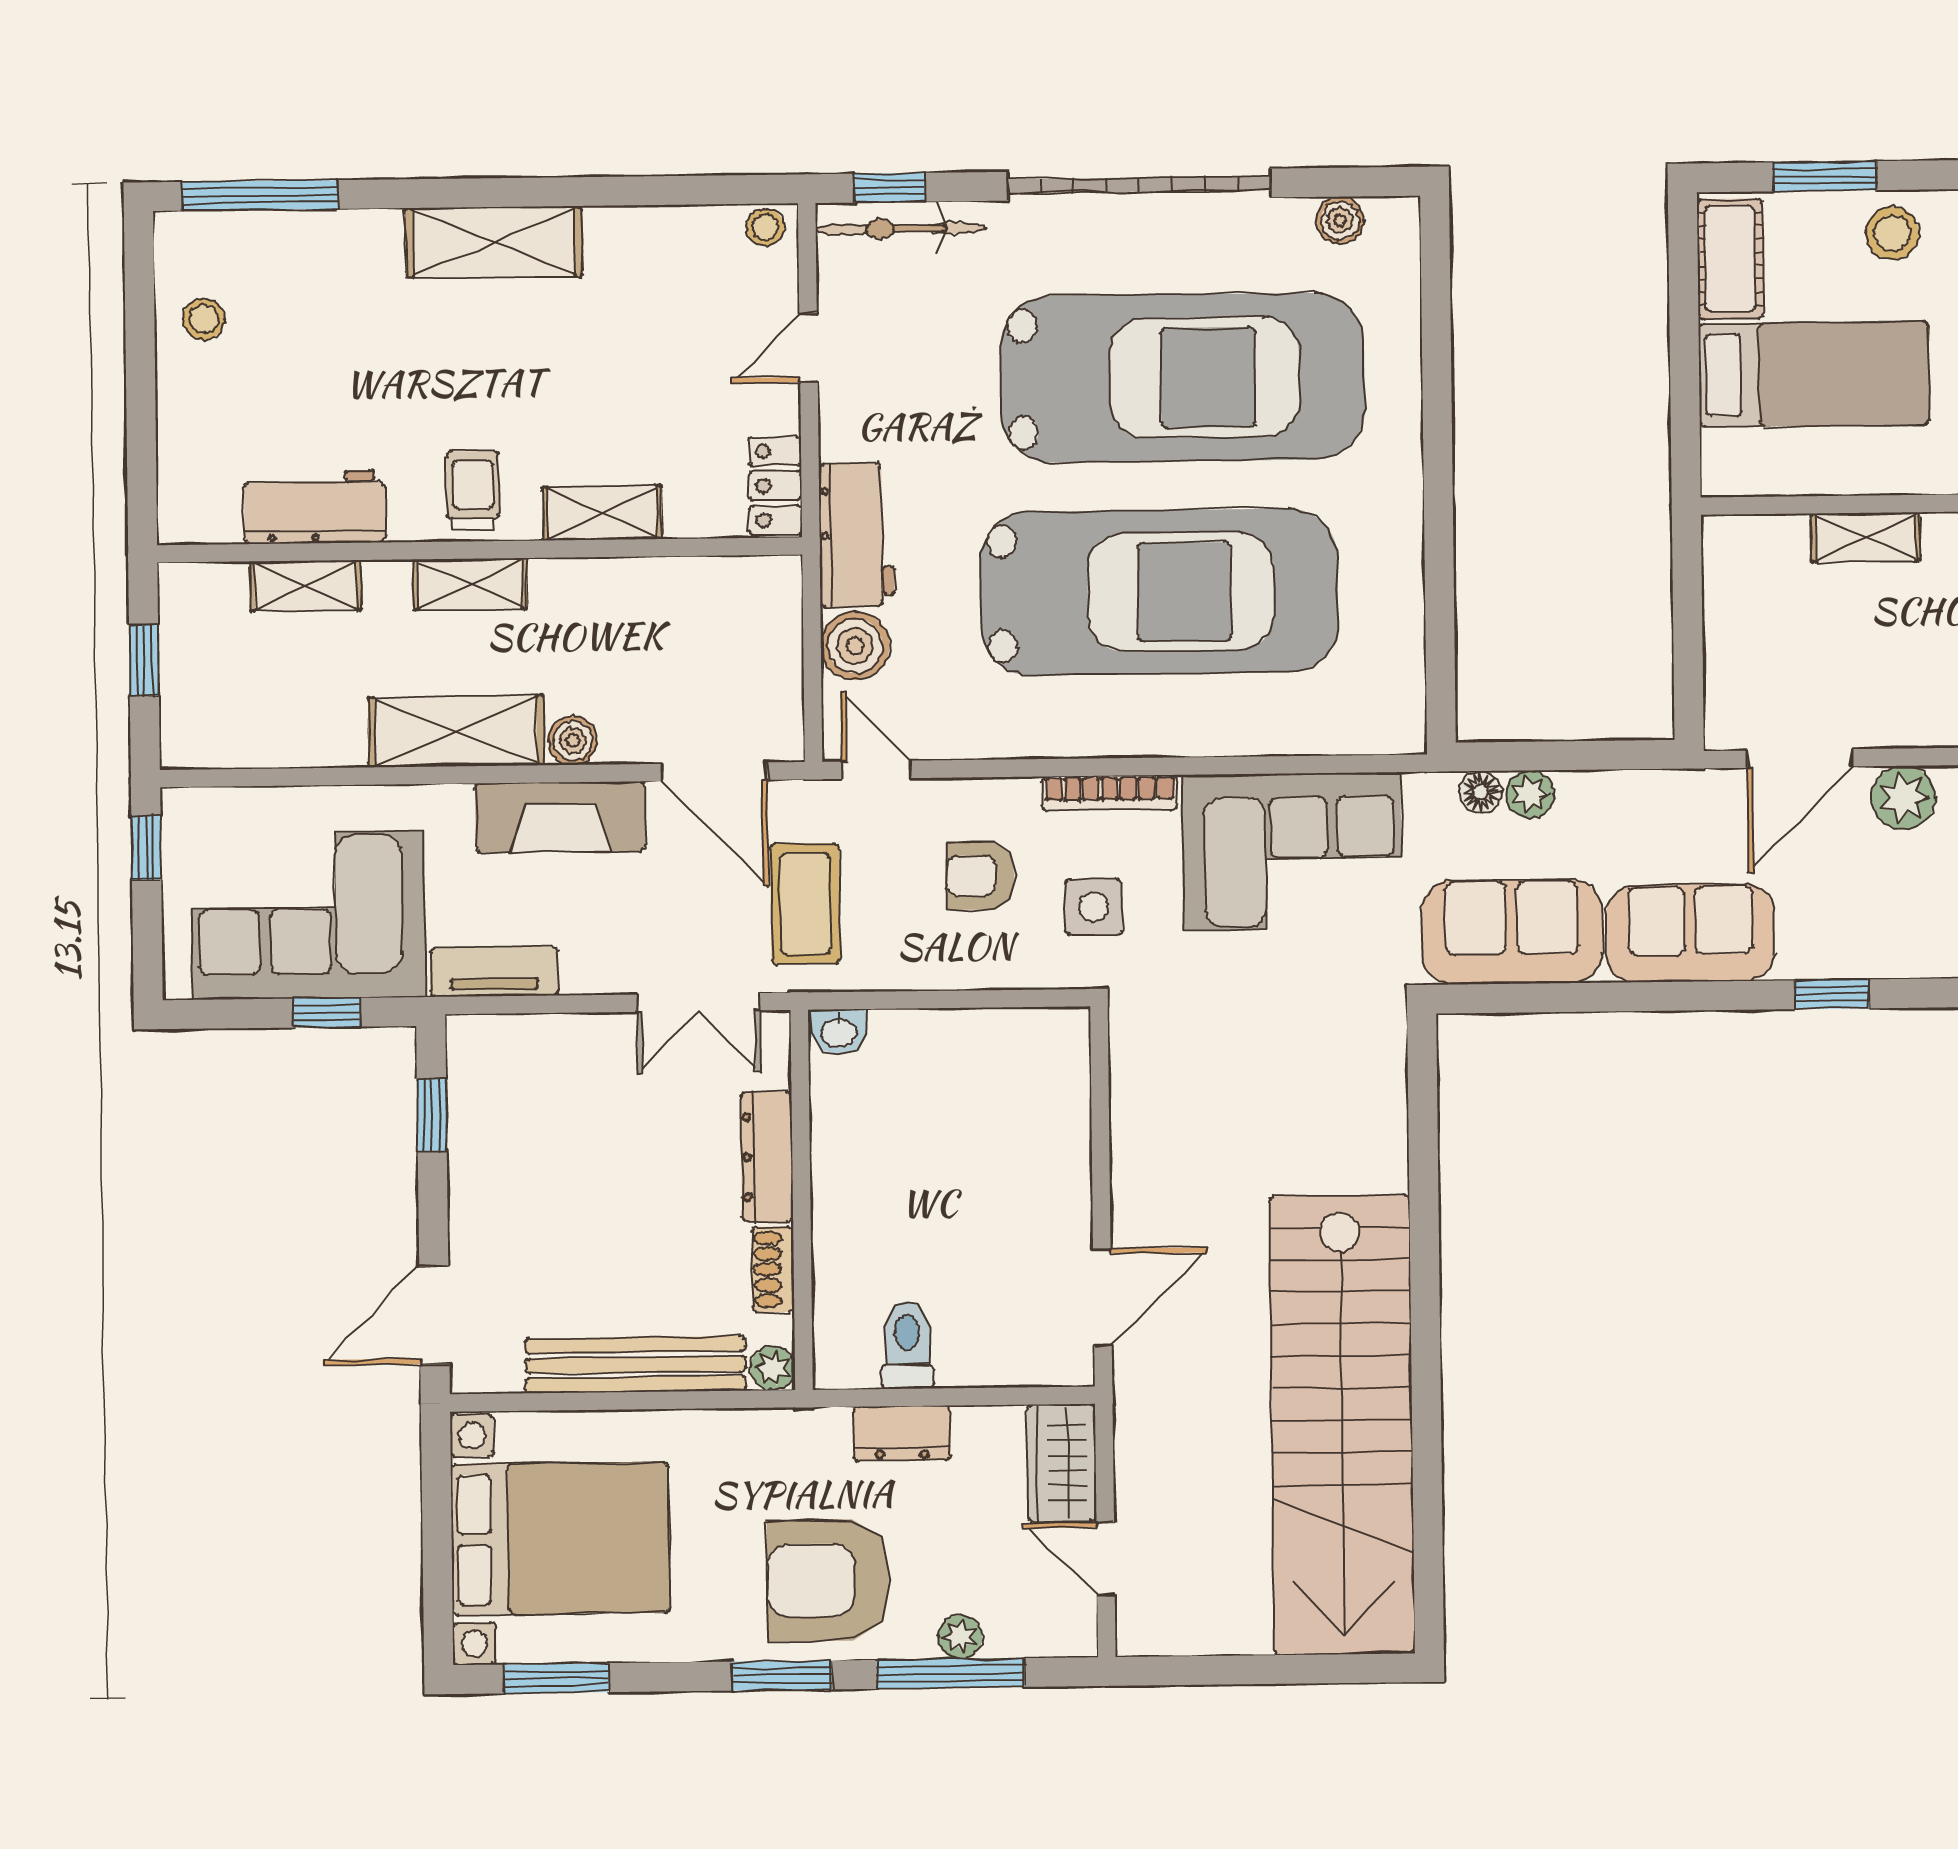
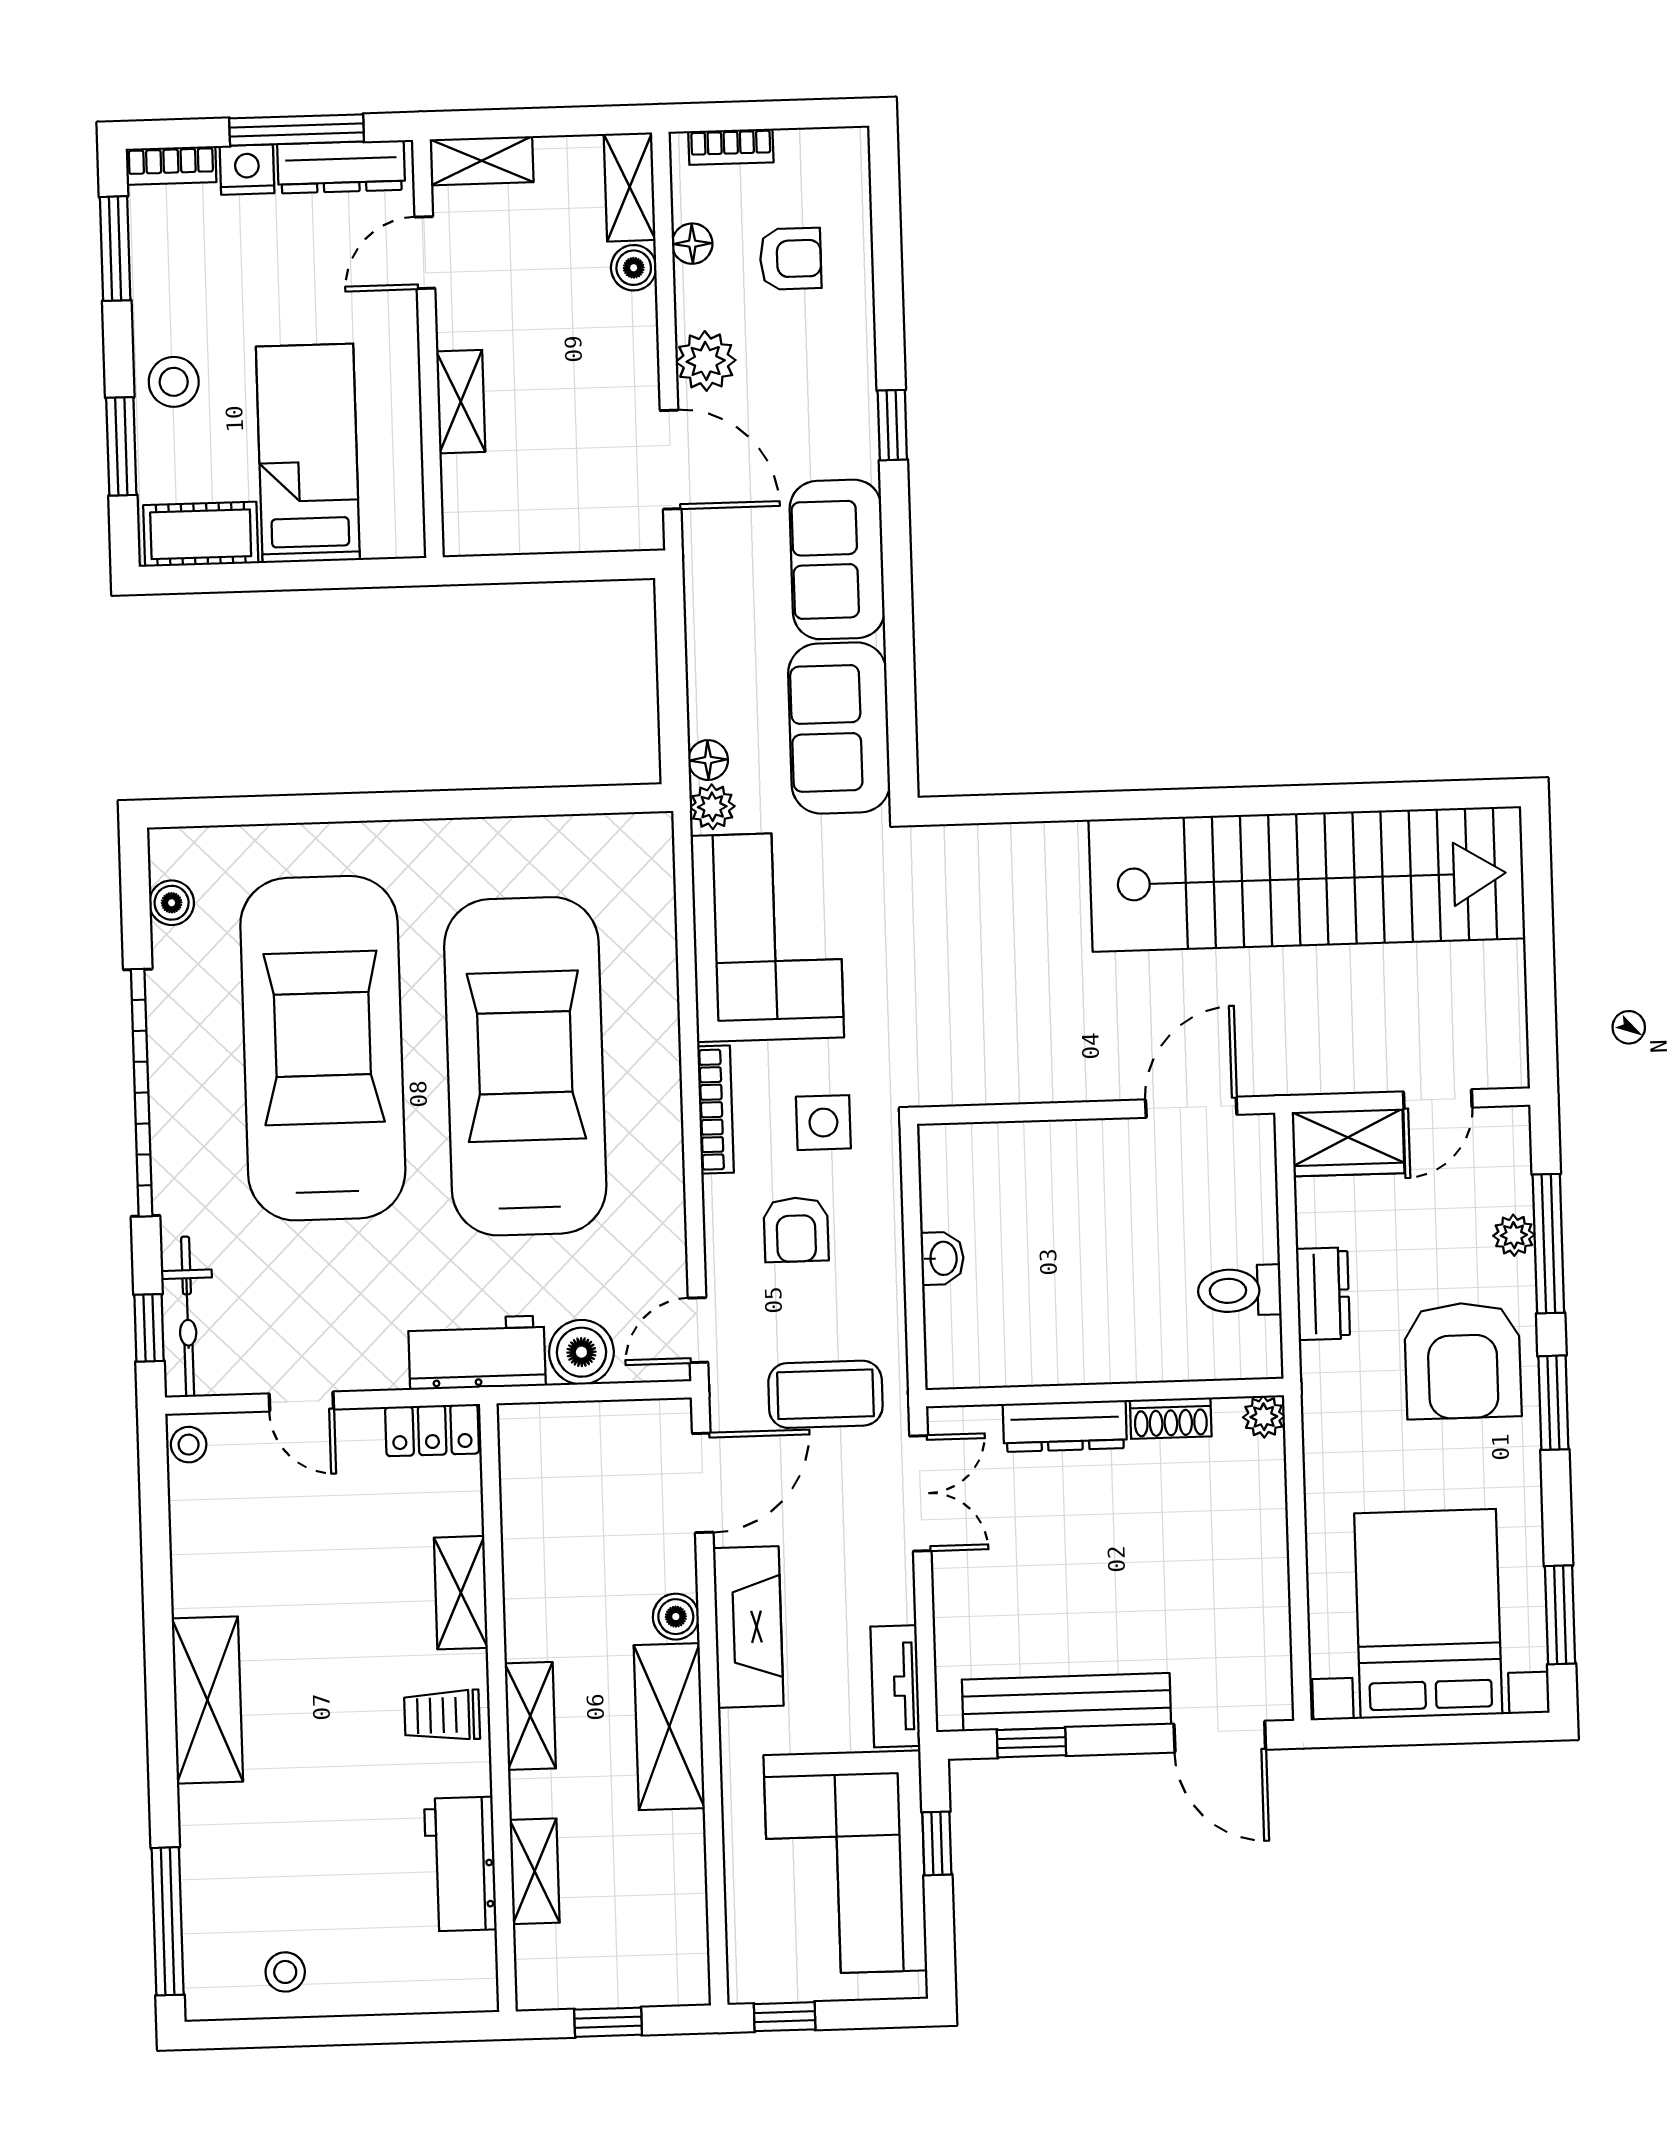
plant: (1530, 794) -> (712, 807), moved
washbasin: (839, 1032) -> (942, 1258), moved
door: (1102, 1297) -> (1191, 1107), hinge flipped
bench: (636, 1365) -> (1066, 1702), moved, turned 90

